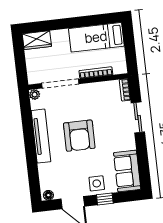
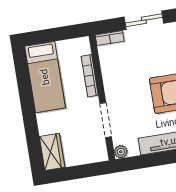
doorway: (60, 84) -> (106, 120), width x0.73

